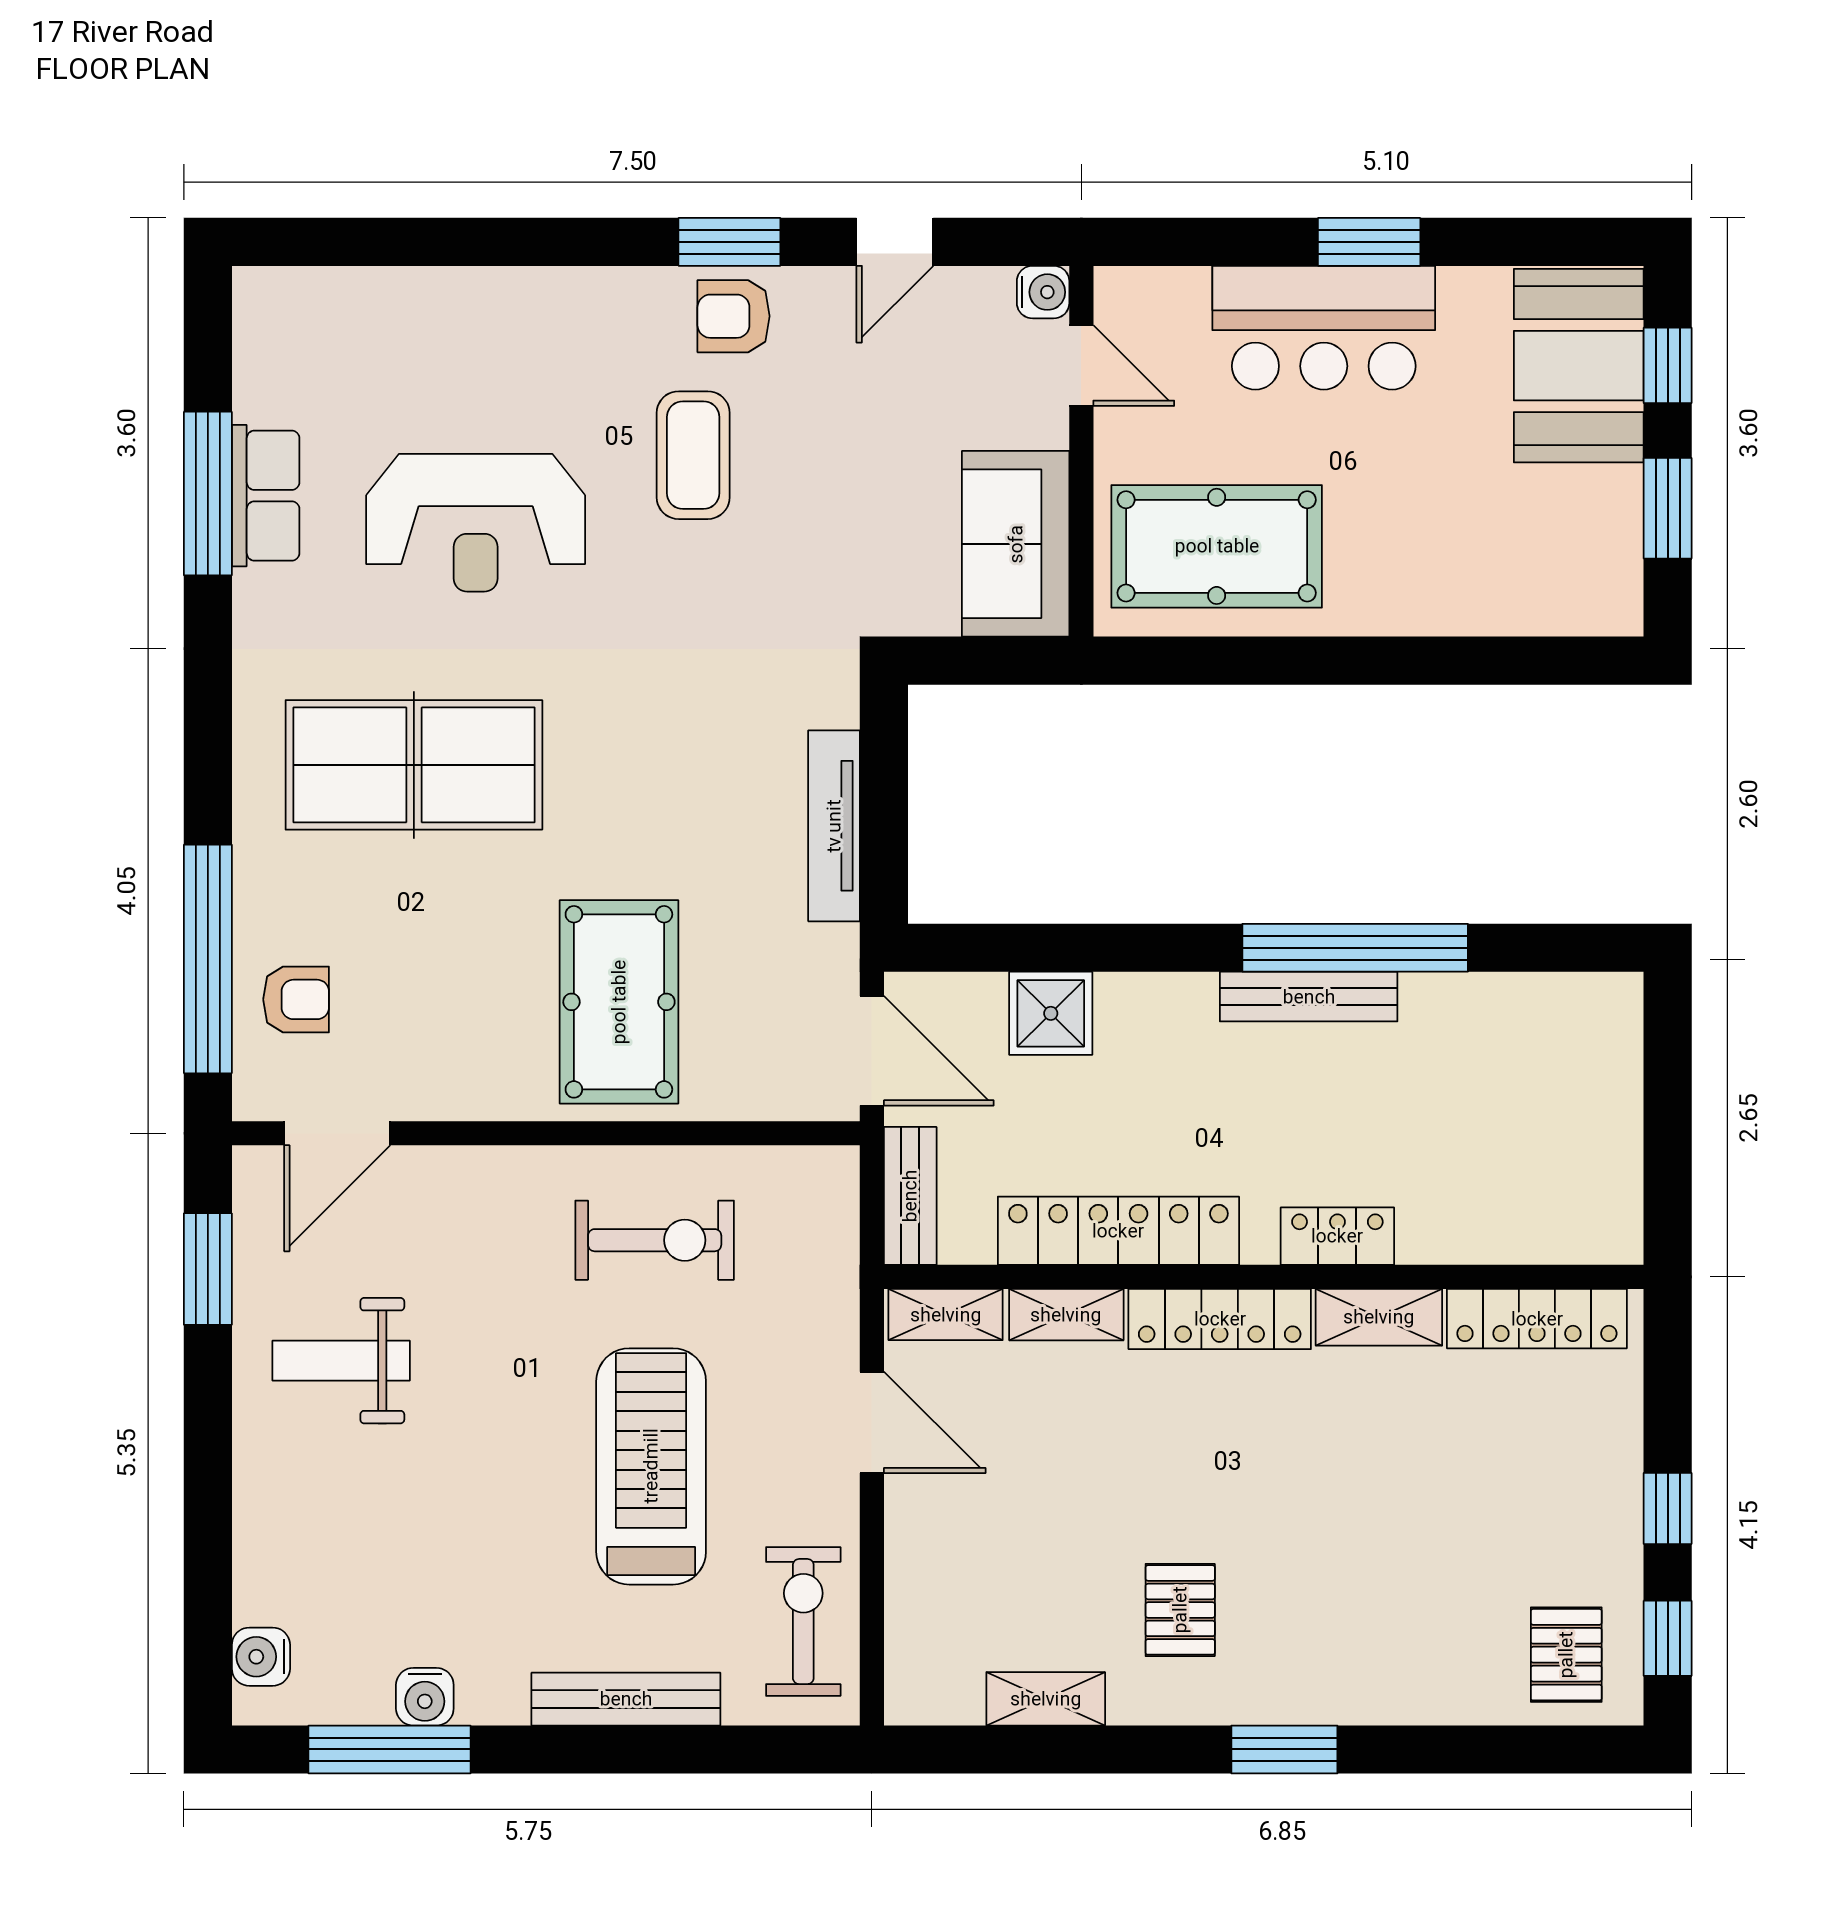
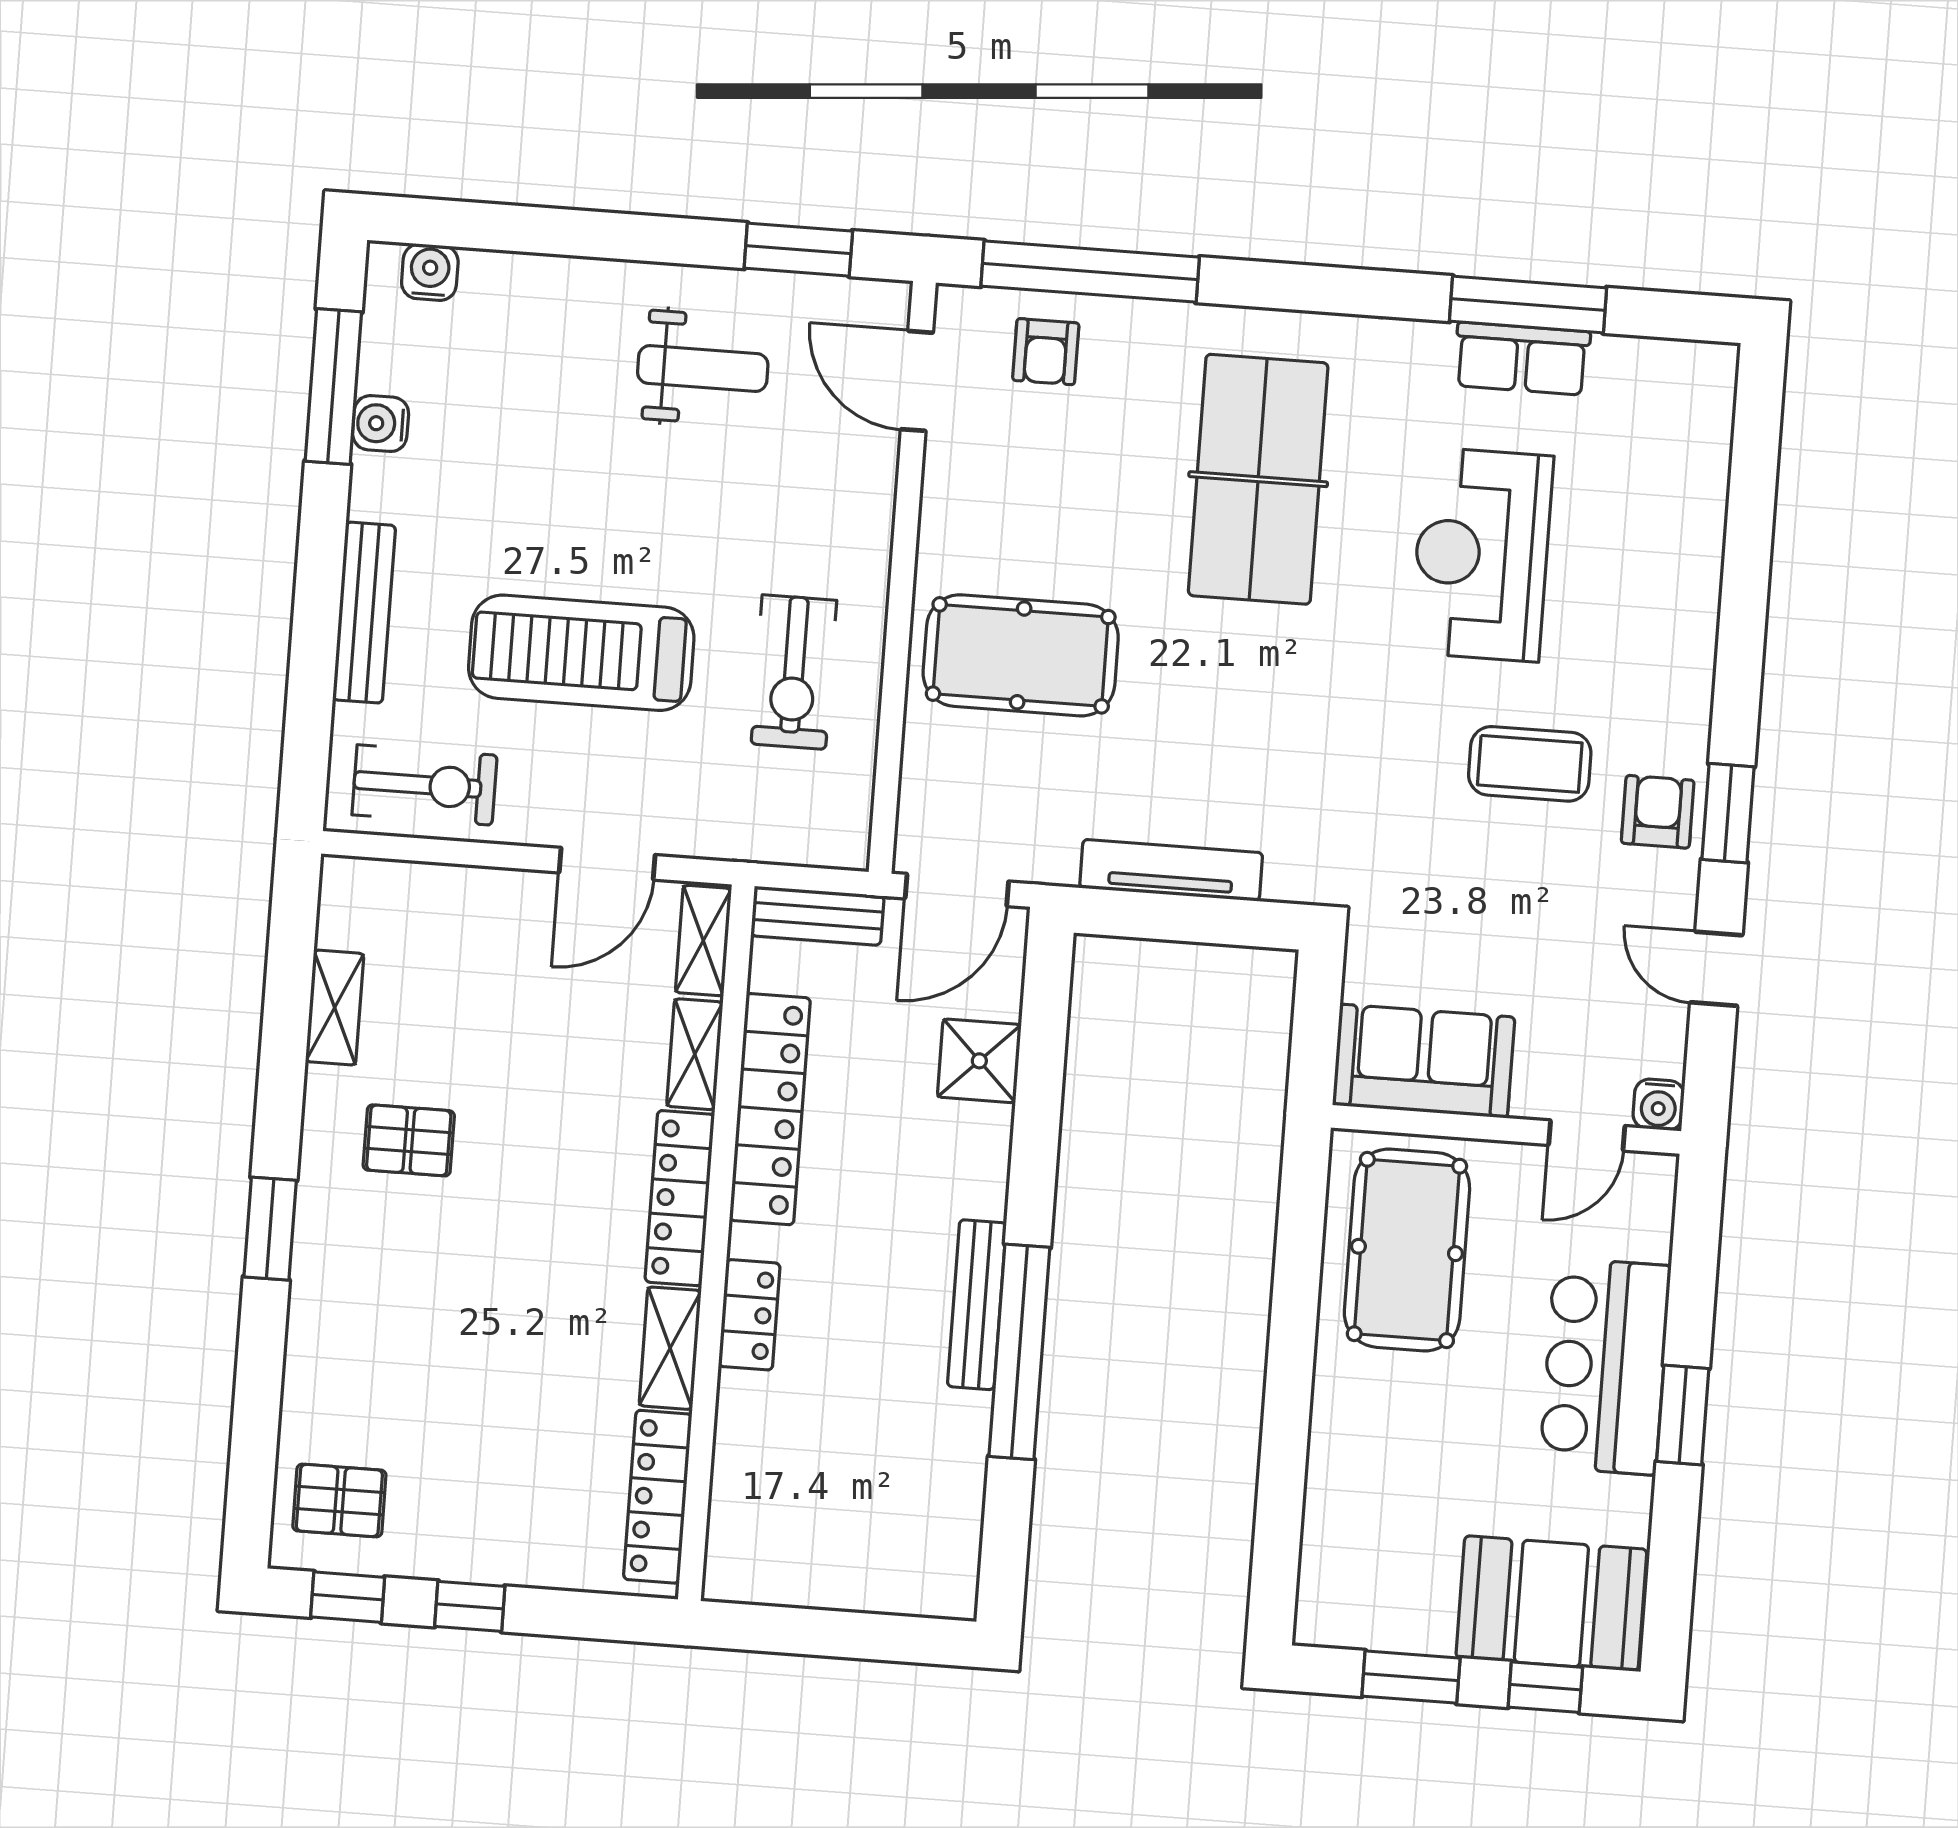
weight bench: (341, 1361) -> (703, 369), turned 90
treadmill: (651, 1466) -> (581, 653), turned 180

